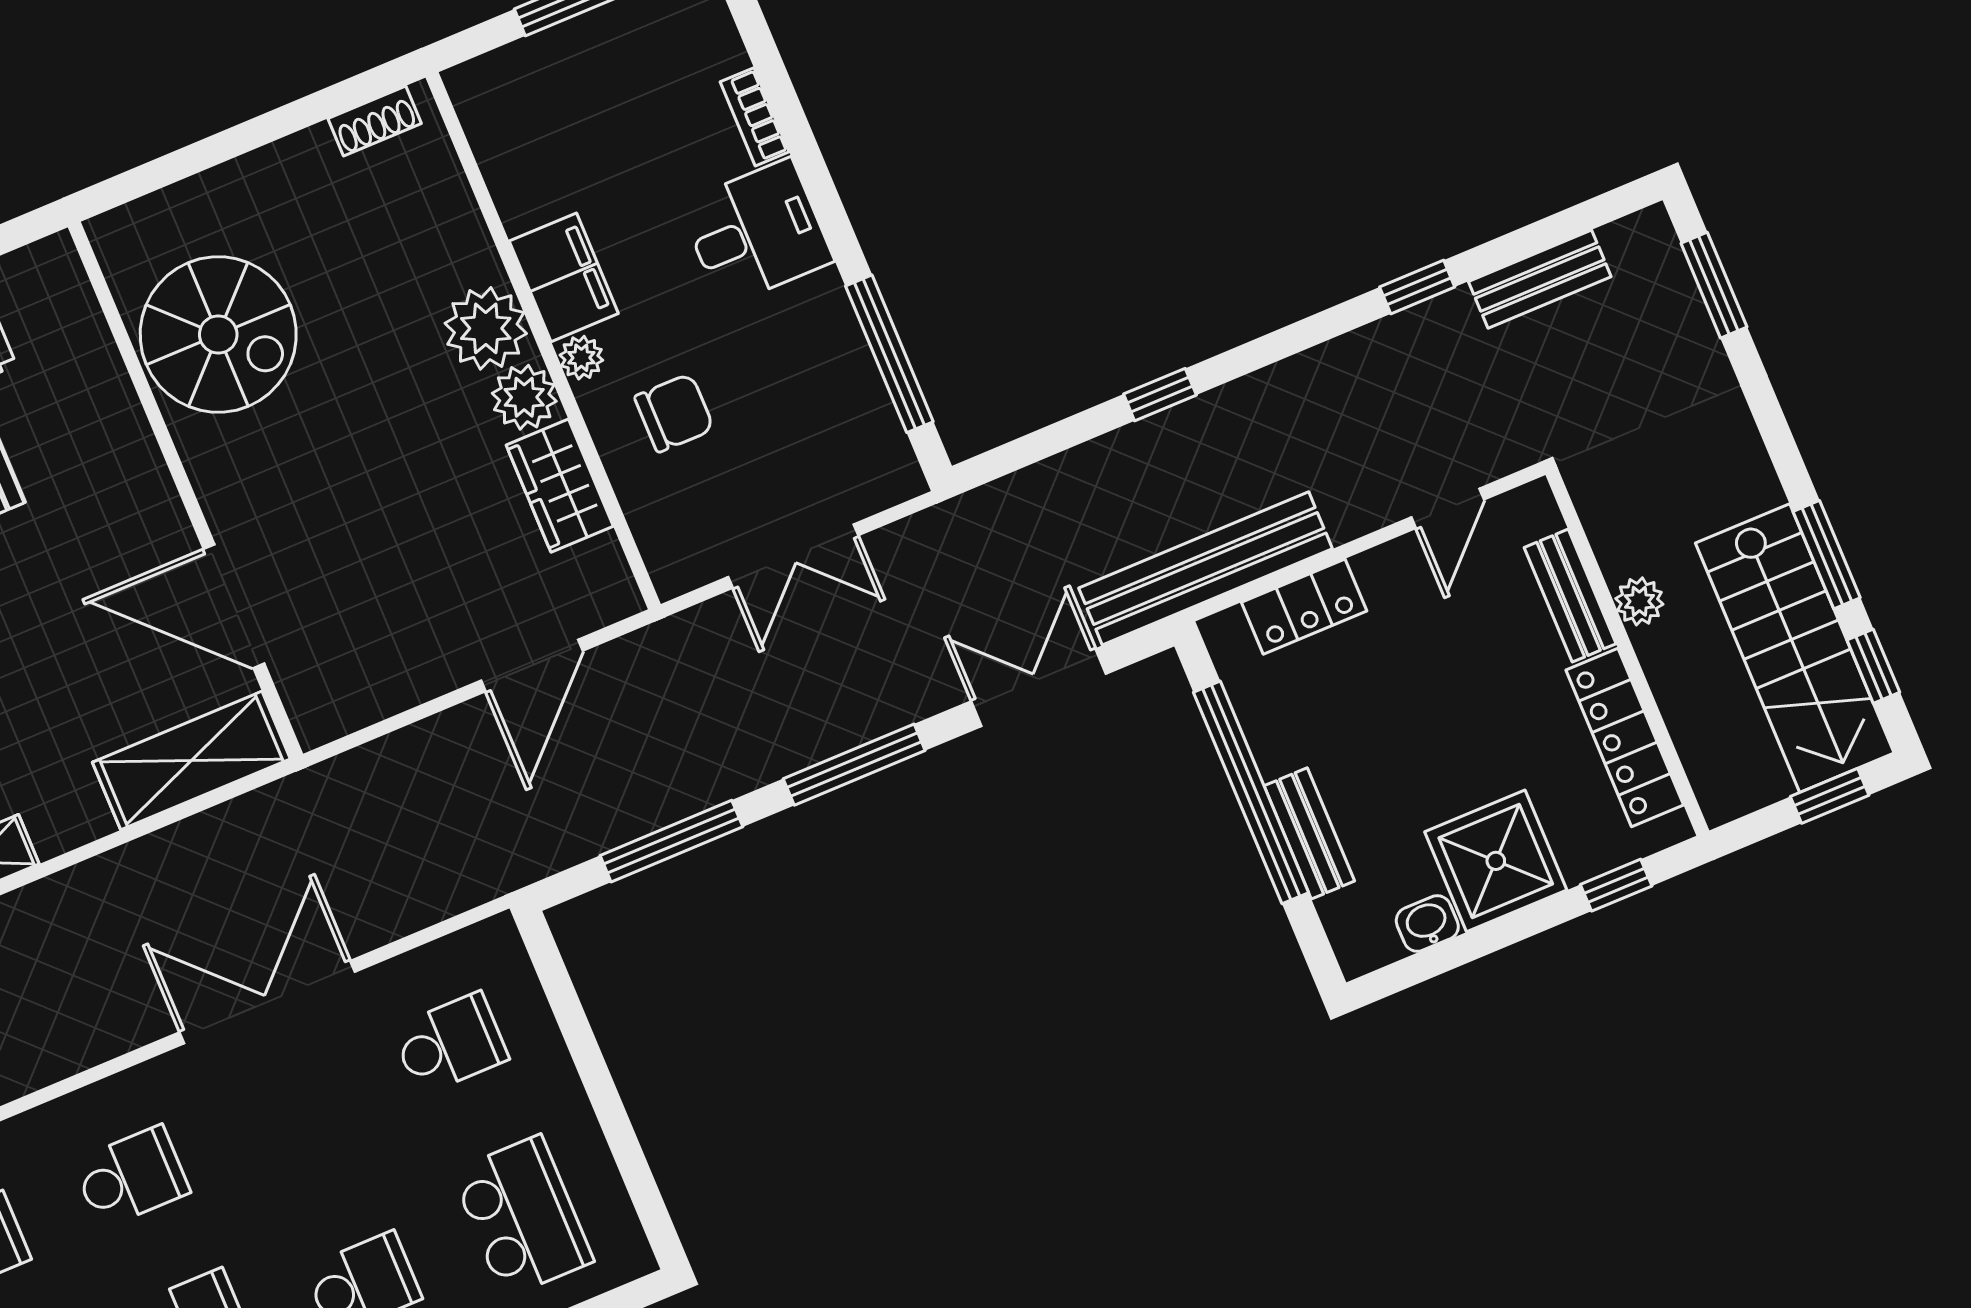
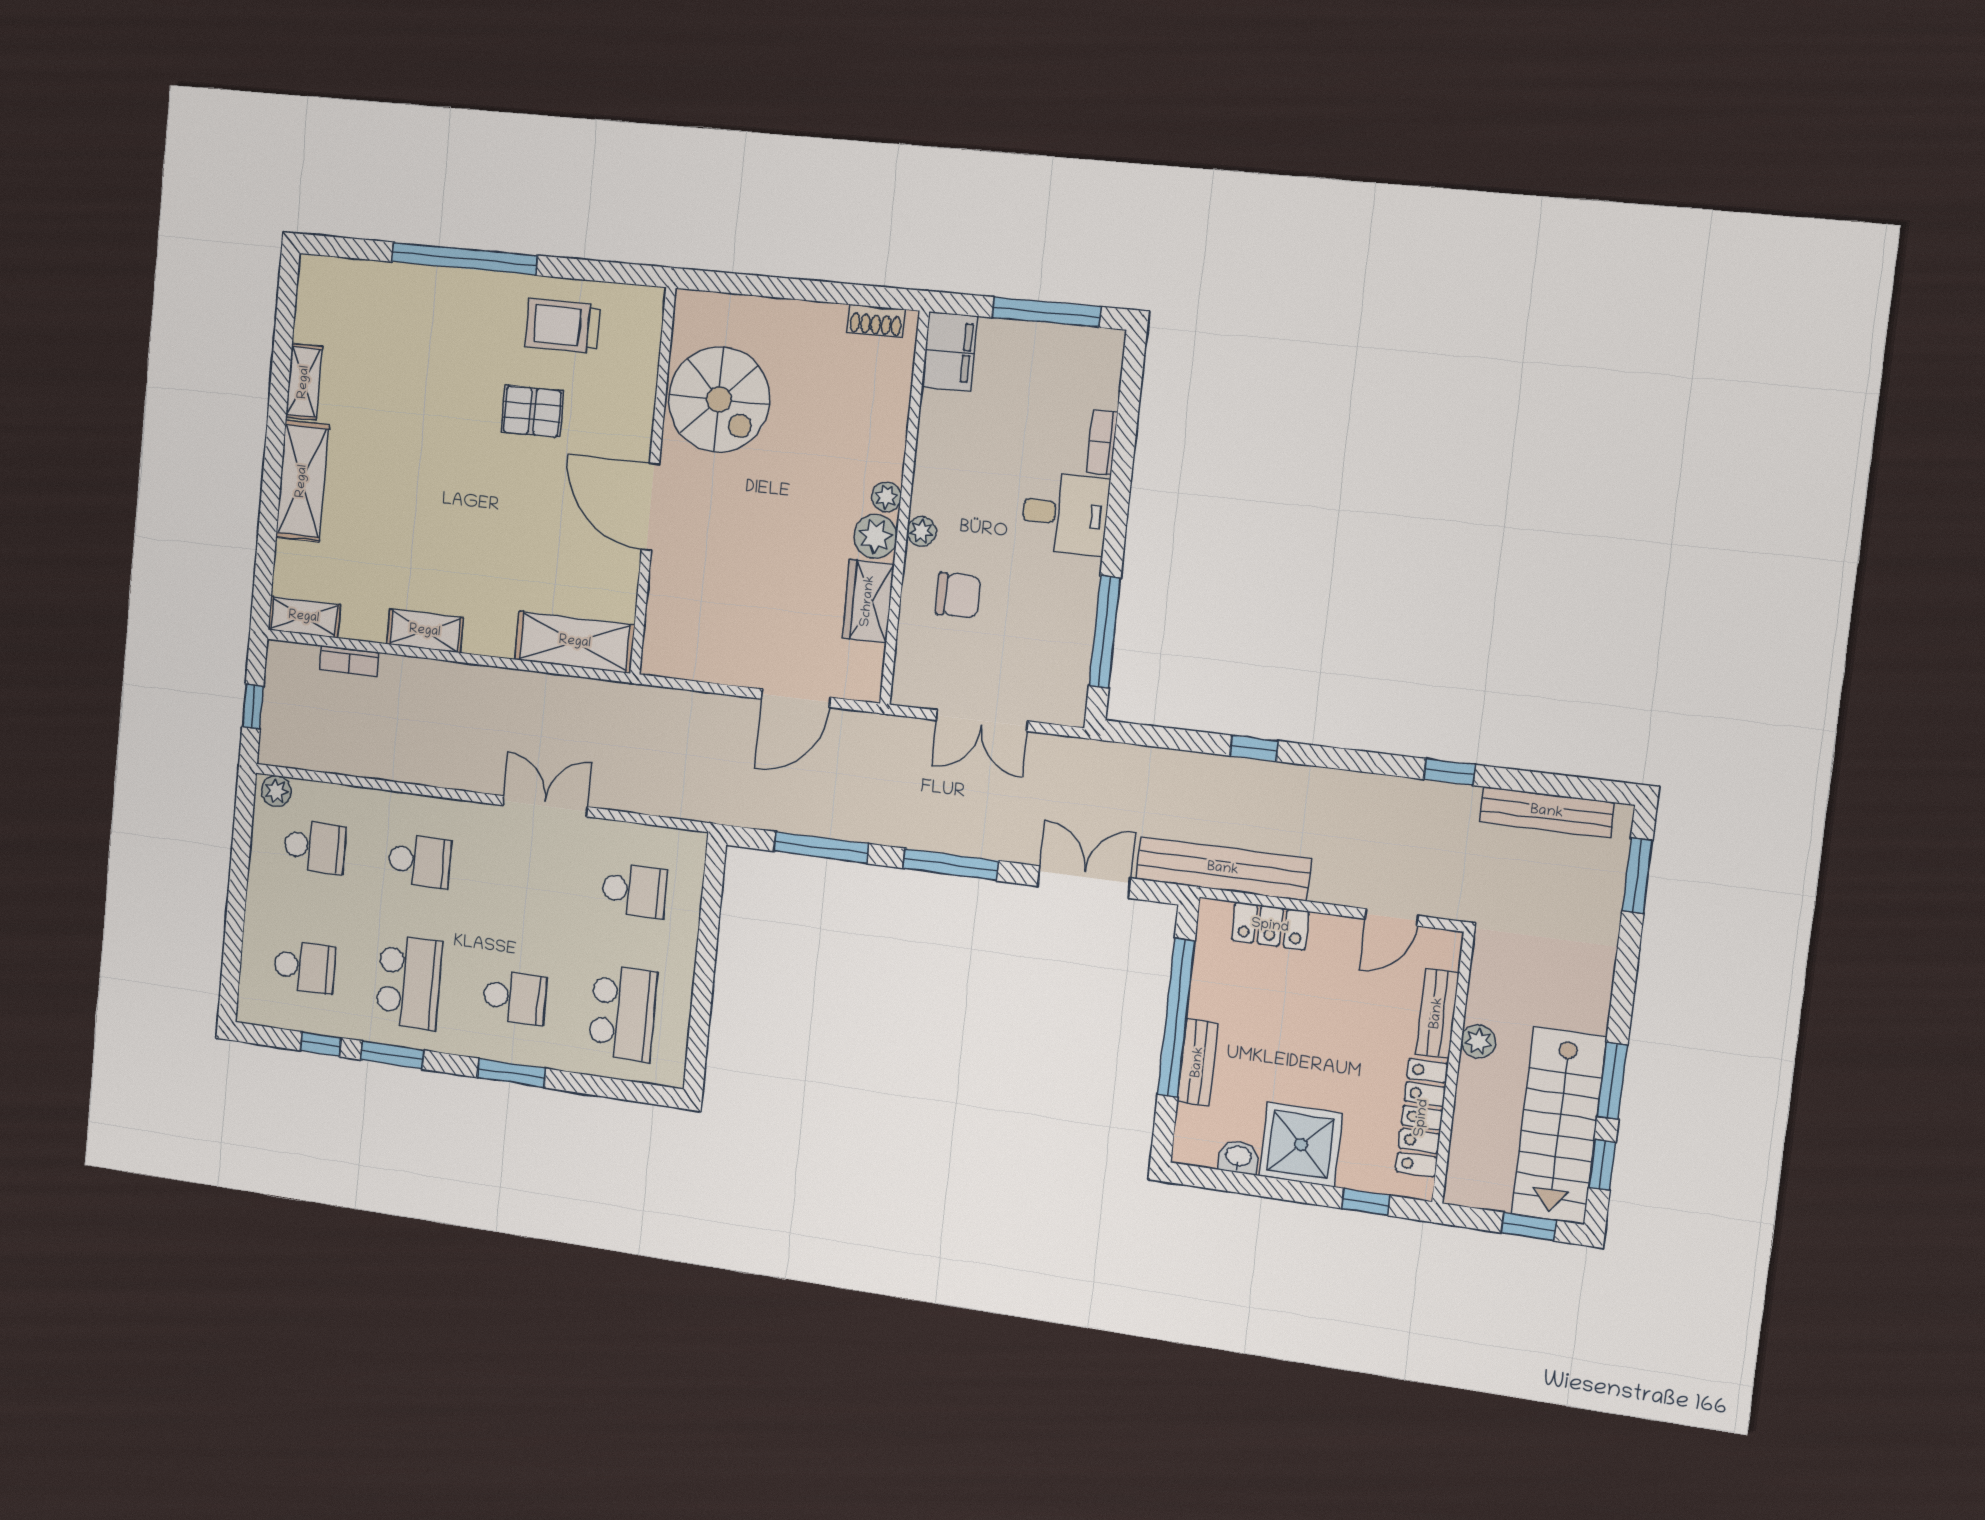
filing cabinet: (564, 277) -> (949, 351), moved
bench: (1540, 279) -> (1547, 812), width x1.36
plant: (486, 328) -> (886, 497), width x0.53, depth x0.53
door: (234, 606) -> (650, 507), moved
double door: (267, 1002) -> (545, 806), width x0.73

